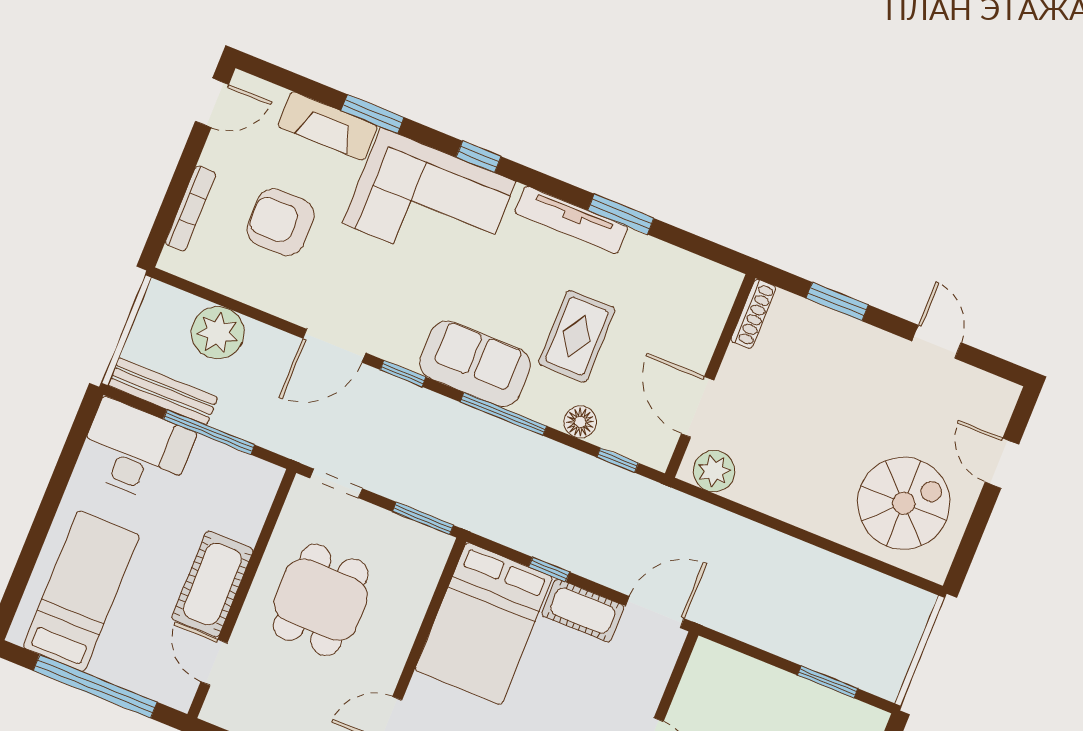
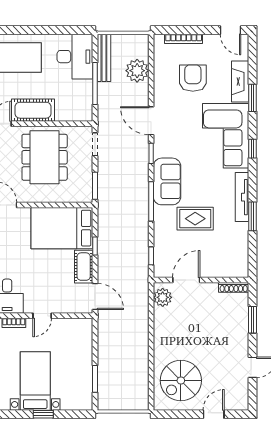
floor lamp: (580, 422) -> (161, 234), removed
spiral stairs: (904, 503) -> (181, 381), turned 90
dining table: (321, 600) -> (45, 157), width x1.38

